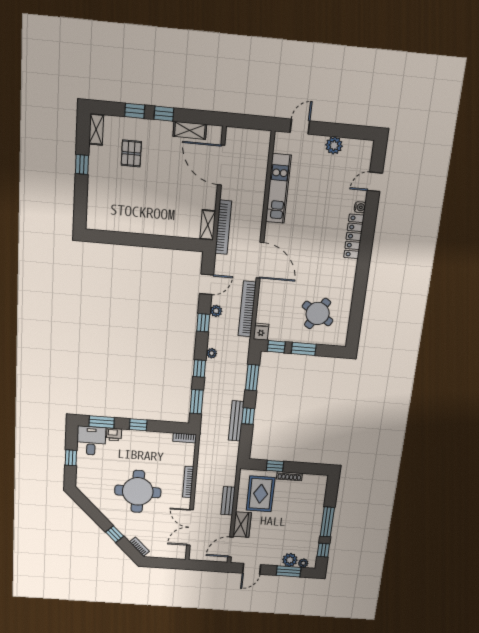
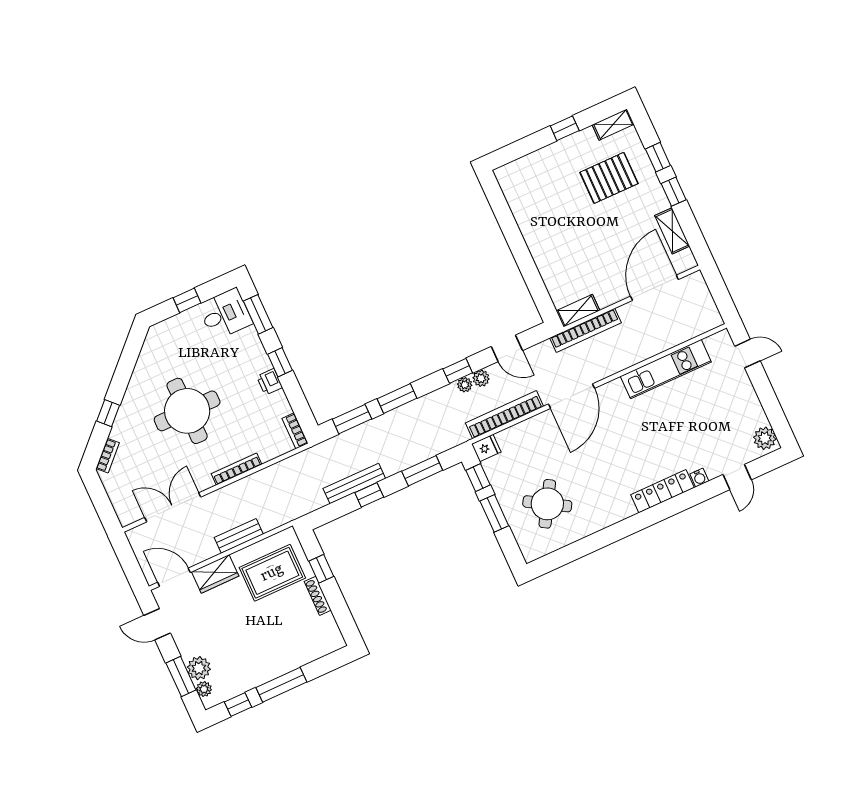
plant: (334, 145) -> (765, 438), moved
pallet: (131, 153) -> (609, 178), width x1.50, depth x1.42
door: (375, 182) -> (737, 477), swing flipped
plant: (212, 353) -> (465, 385), moved
window: (199, 369) -> (397, 399), width x1.50
printer: (114, 434) -> (270, 382), moved

